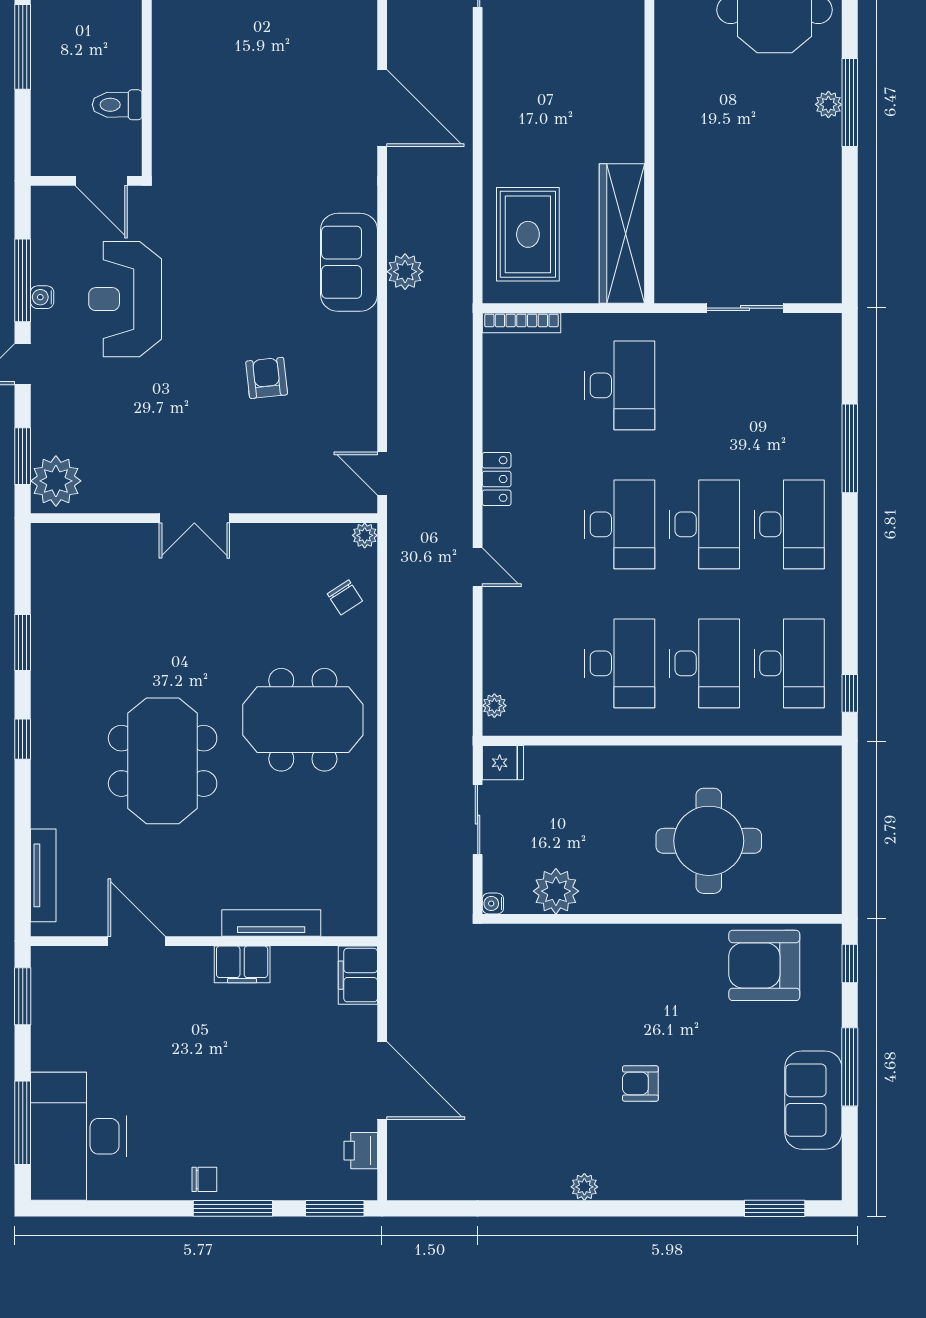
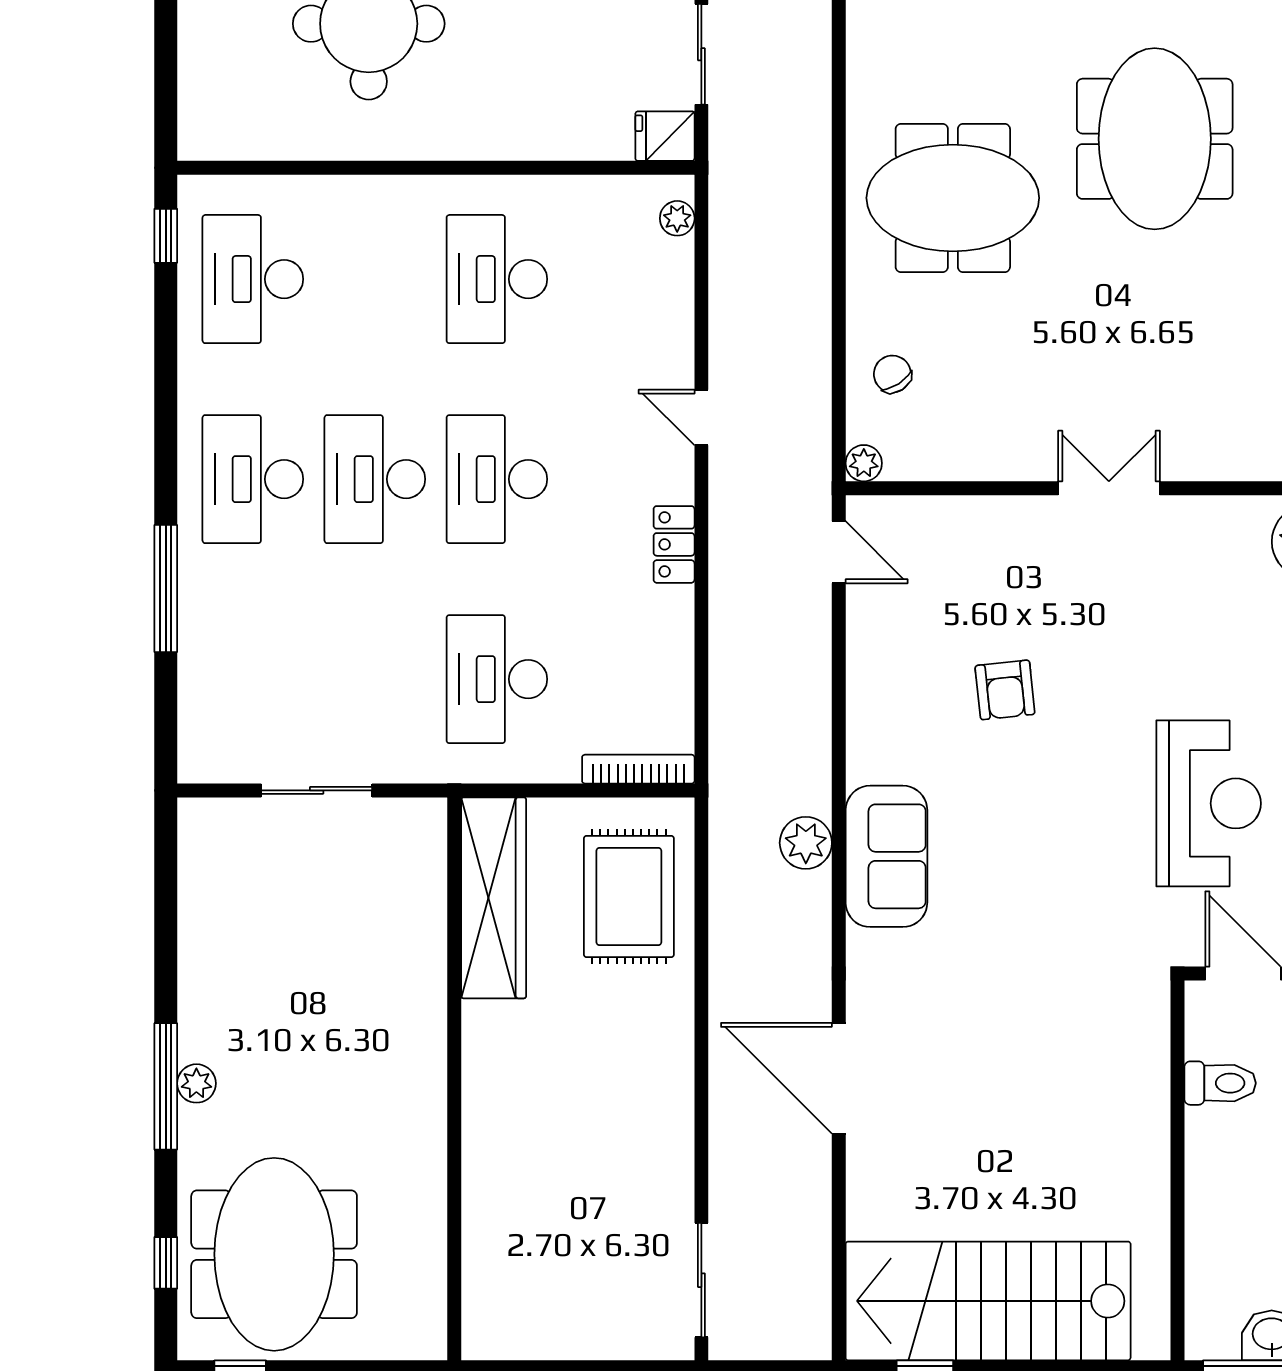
desk: (704, 663) -> (375, 279), removed

